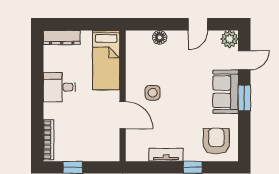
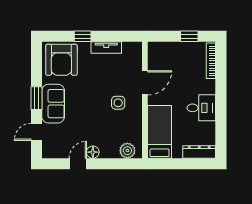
floor lamp: (160, 37) -> (93, 152), moved
plant: (230, 39) -> (127, 151), moved
door: (123, 115) -> (145, 83), swing flipped
armchair: (216, 141) -> (61, 60), width x1.36, depth x1.36

